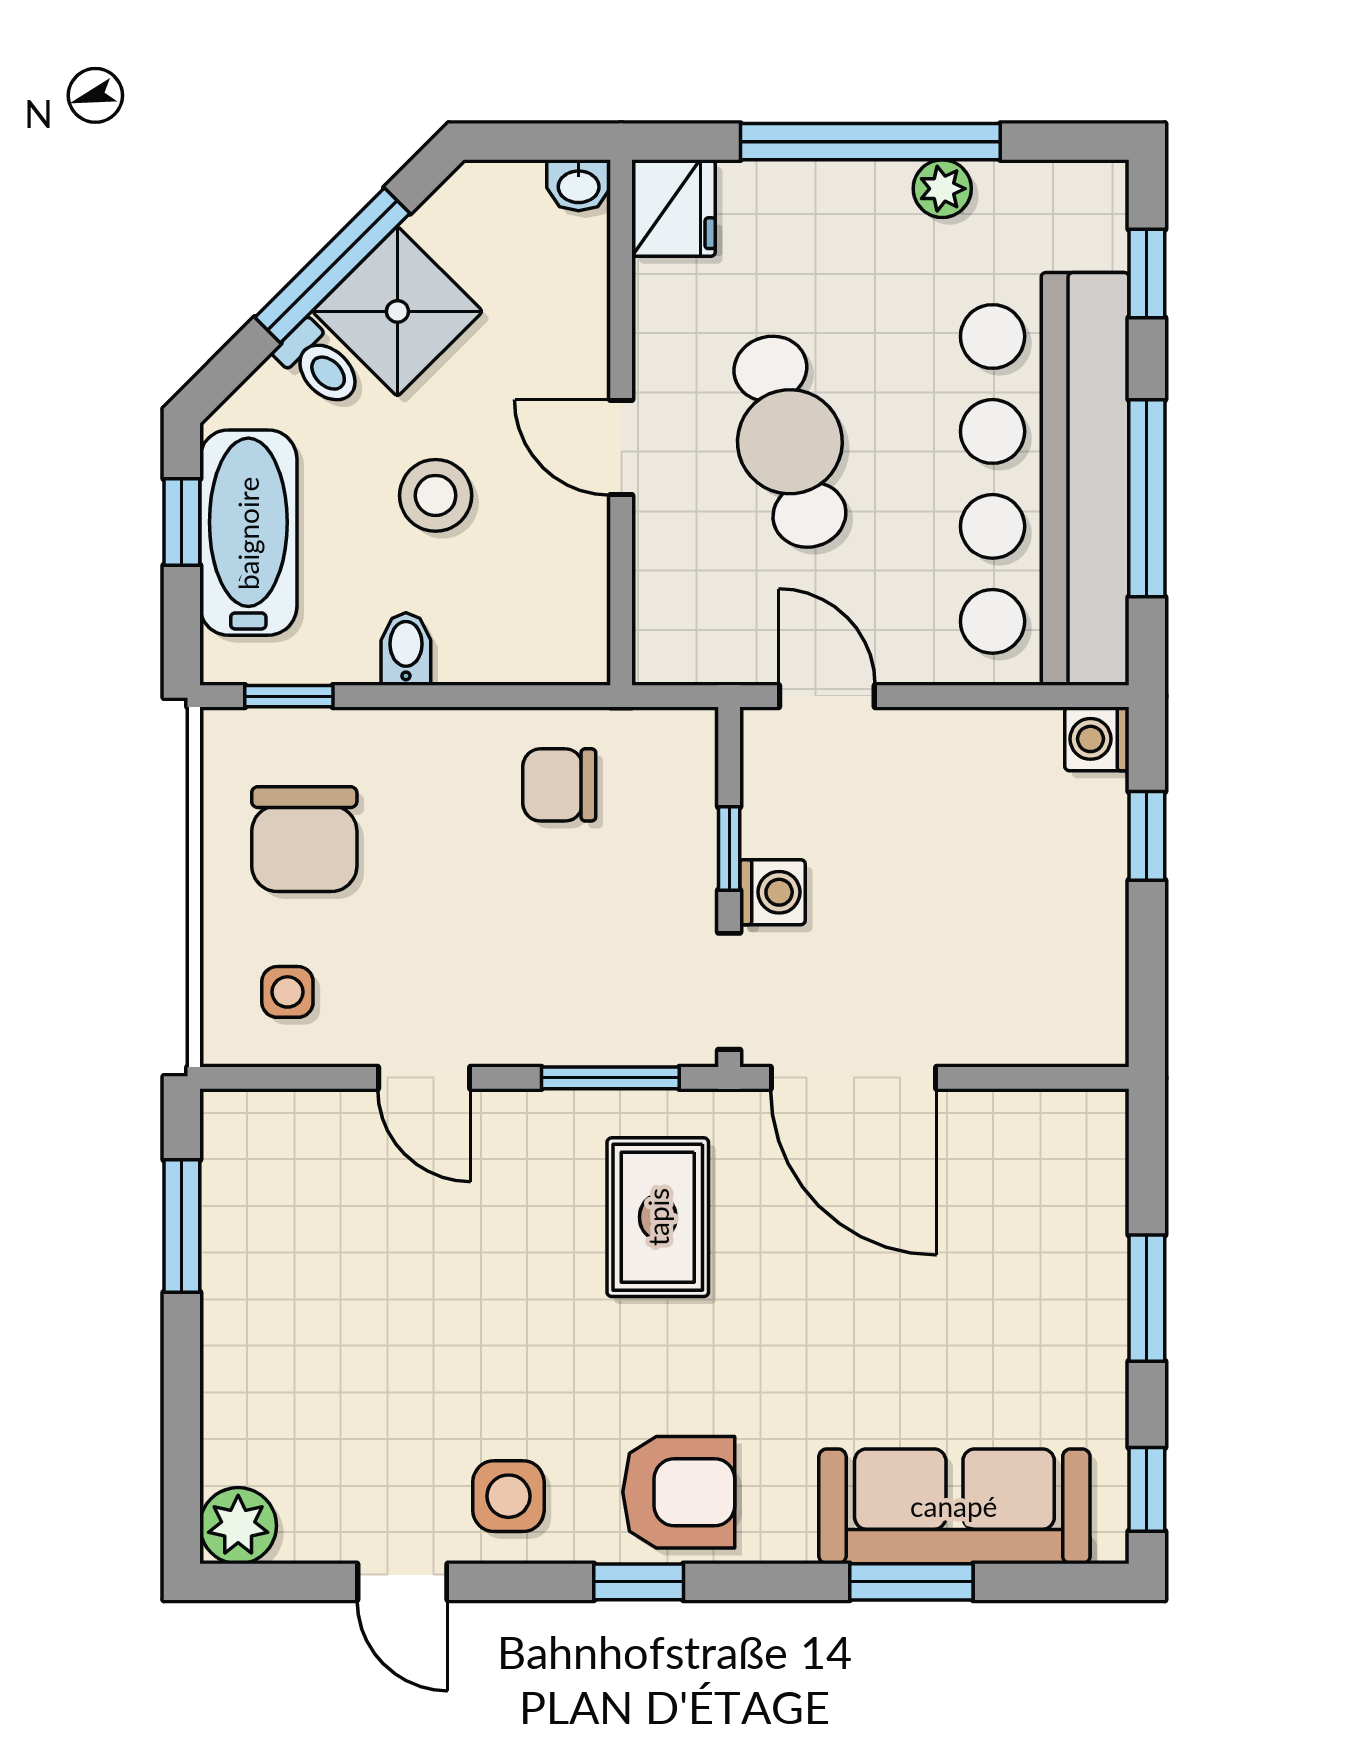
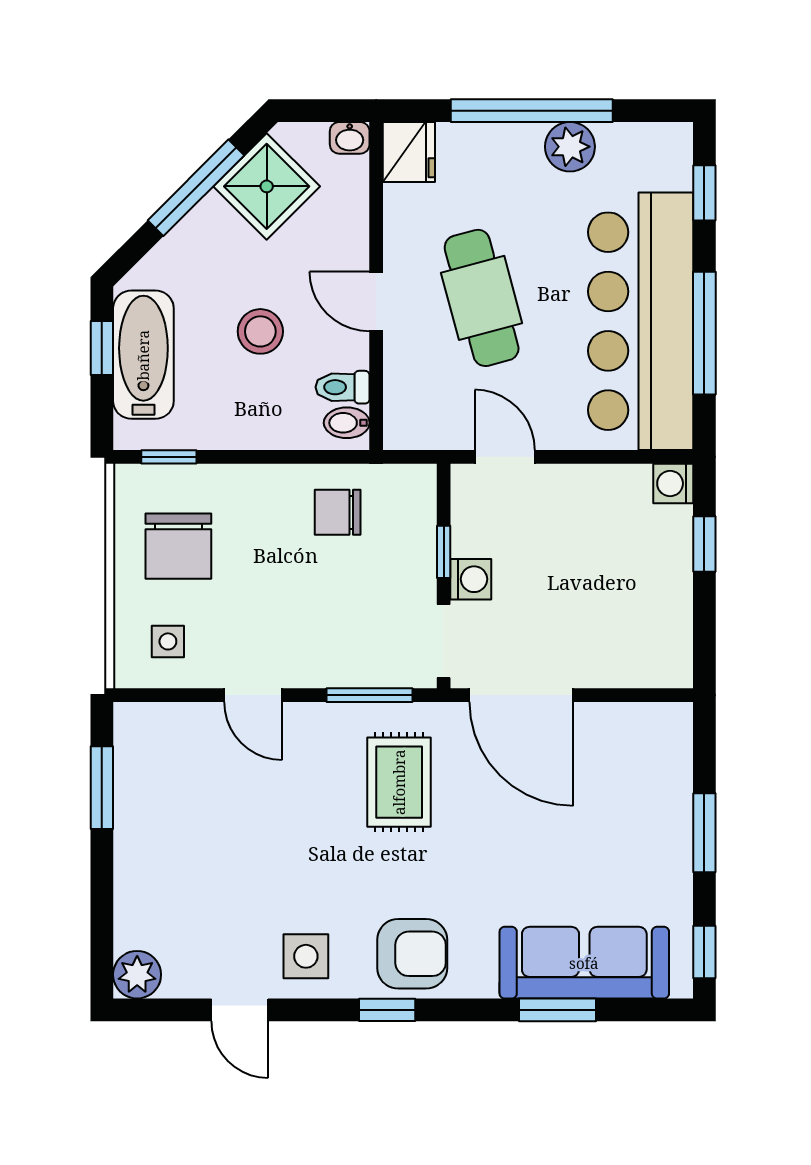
plant: (942, 189) -> (570, 147), width x1.38, depth x1.38
shower: (397, 311) -> (267, 186), moved
toilet: (320, 365) -> (343, 387), moved, turned 135
bidet: (406, 649) -> (347, 423), moved, turned -90

